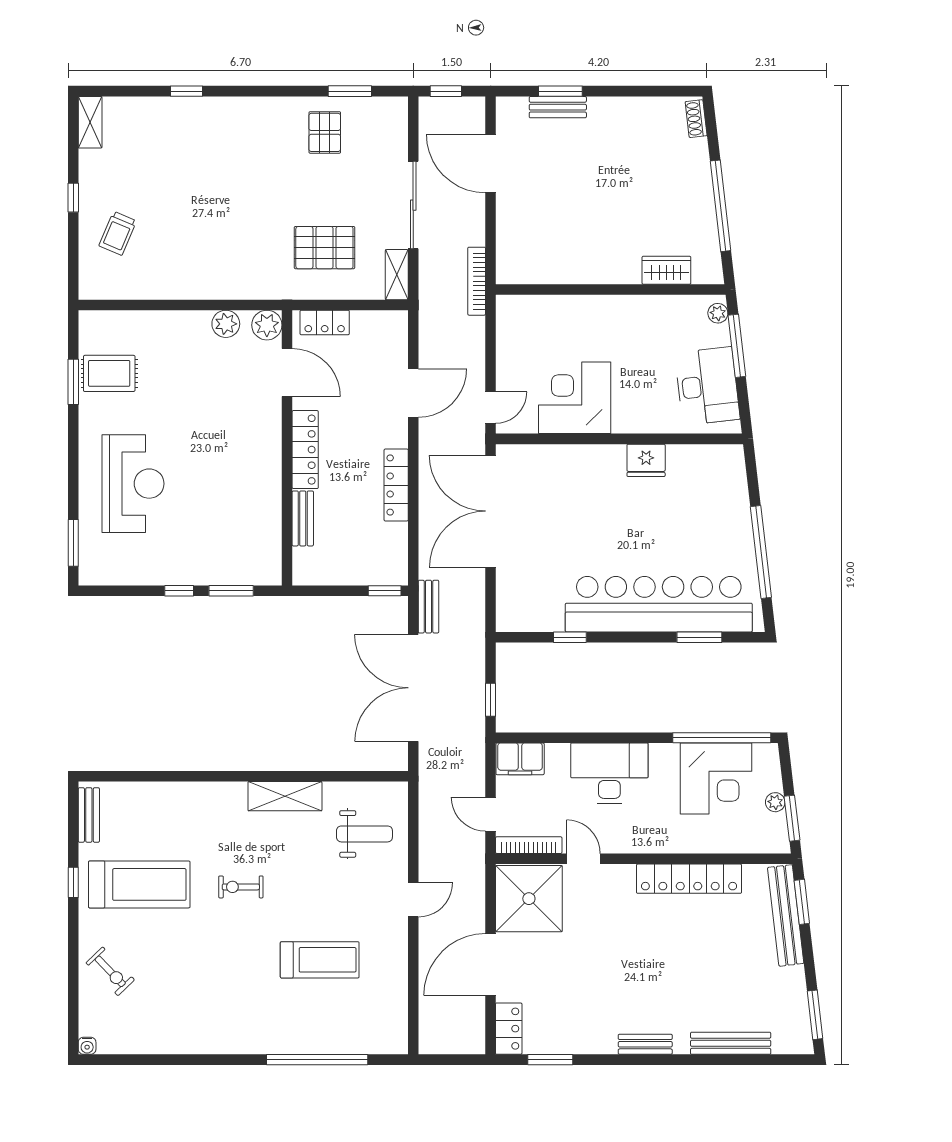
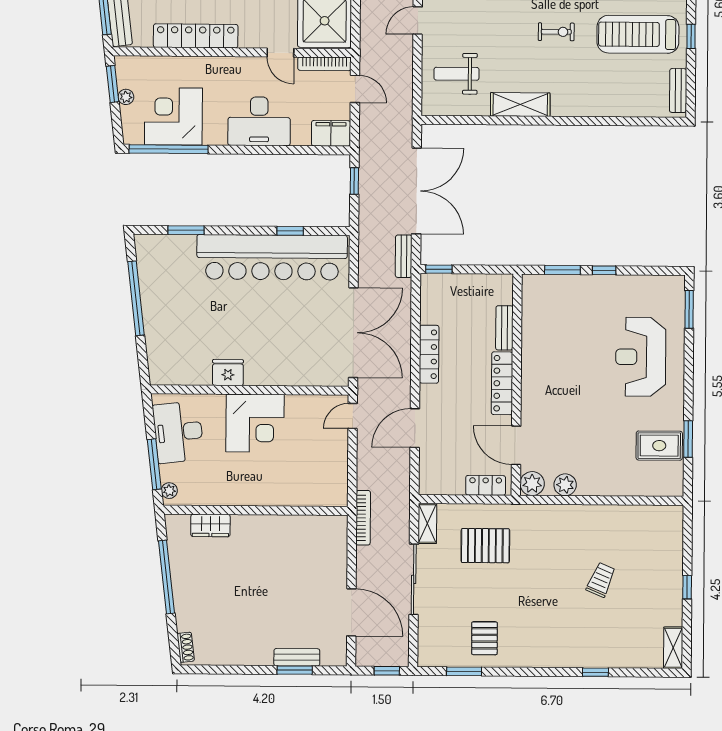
trolley: (118, 233) -> (601, 580), moved
corner desk: (575, 398) -> (255, 423), moved
bar counter: (659, 604) -> (272, 257), moved

